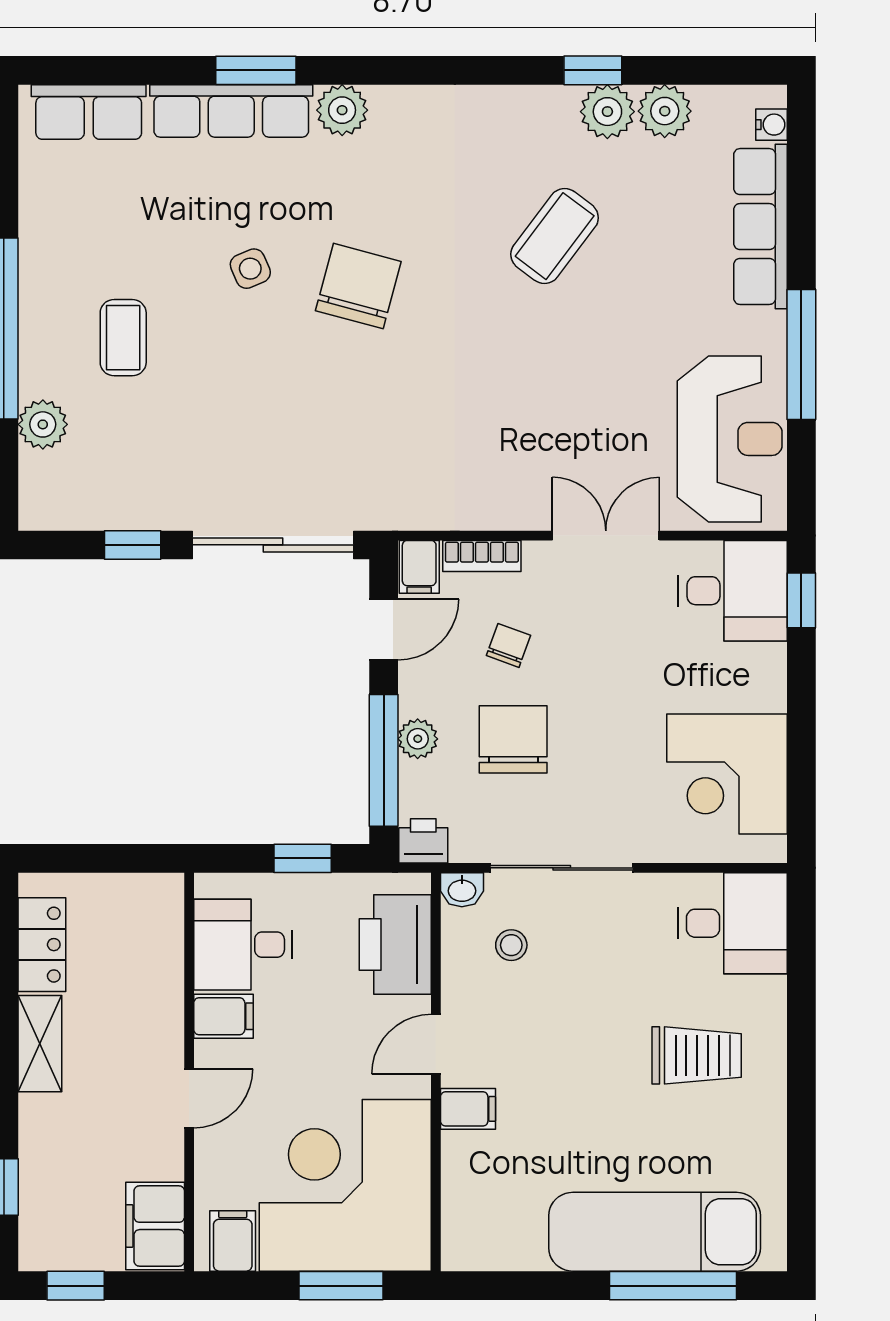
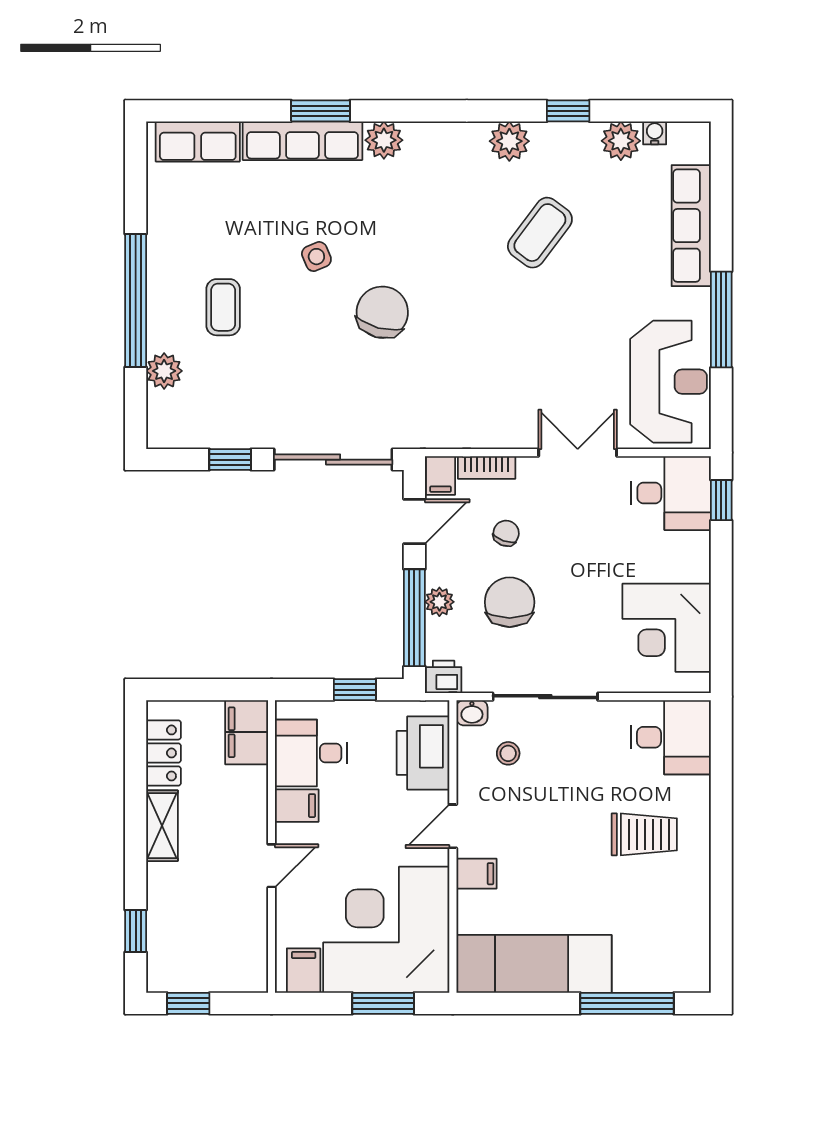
plant: (607, 112) -> (509, 141), moved
water cooler: (772, 125) -> (655, 133), moved, turned -90
chair: (358, 286) -> (382, 312), moved
filing cabinet: (155, 1226) -> (247, 732), moved
exam couch: (655, 1232) -> (534, 964), moved

